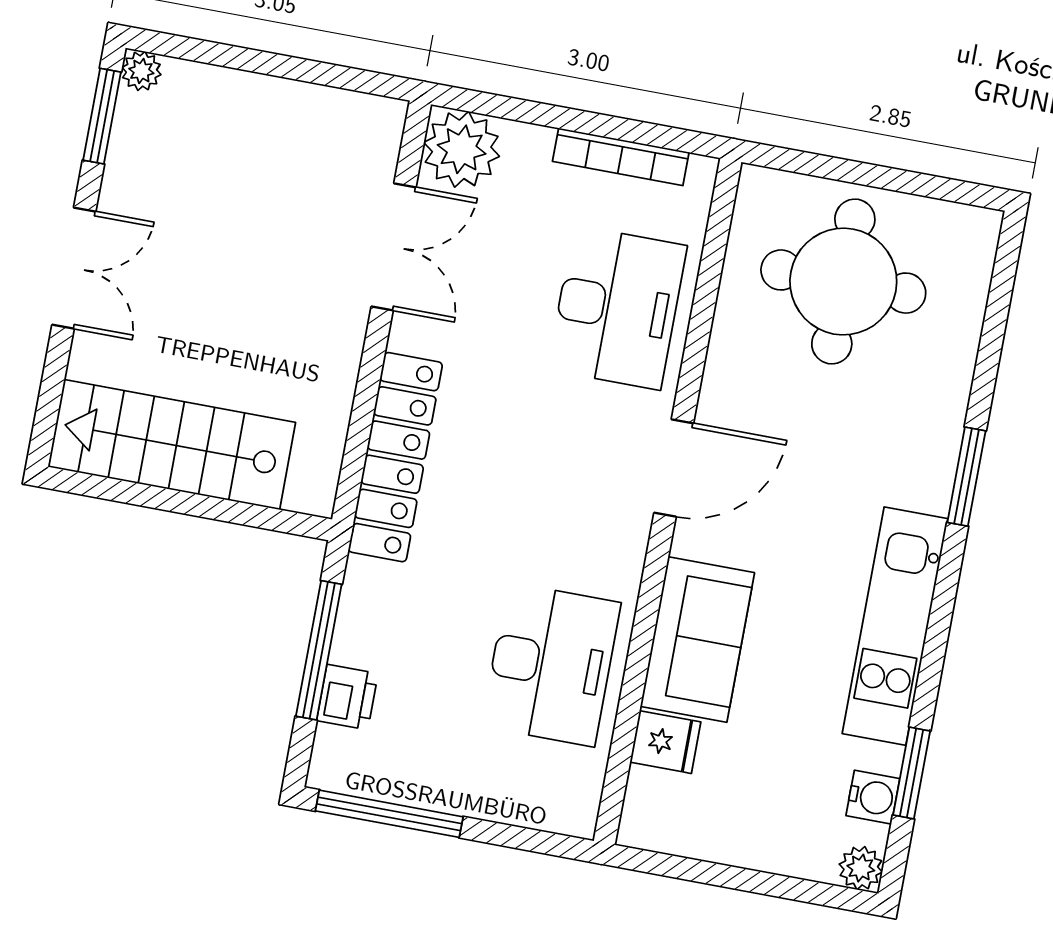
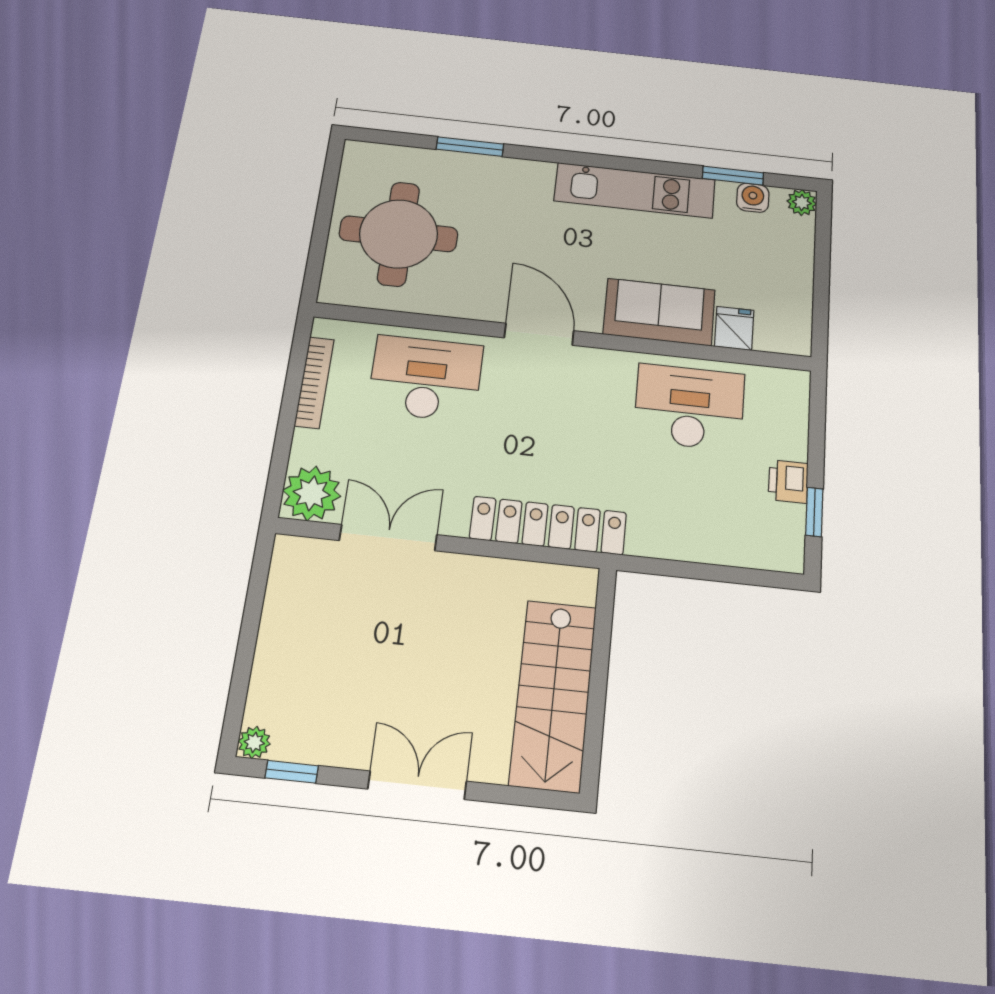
window: (102, 116) -> (292, 772), width x0.67
window: (966, 477) -> (470, 147), moved
window: (319, 650) -> (700, 571), removed
printer: (347, 697) -> (788, 481), moved, turned -90
window: (389, 814) -> (814, 512), width x0.46

